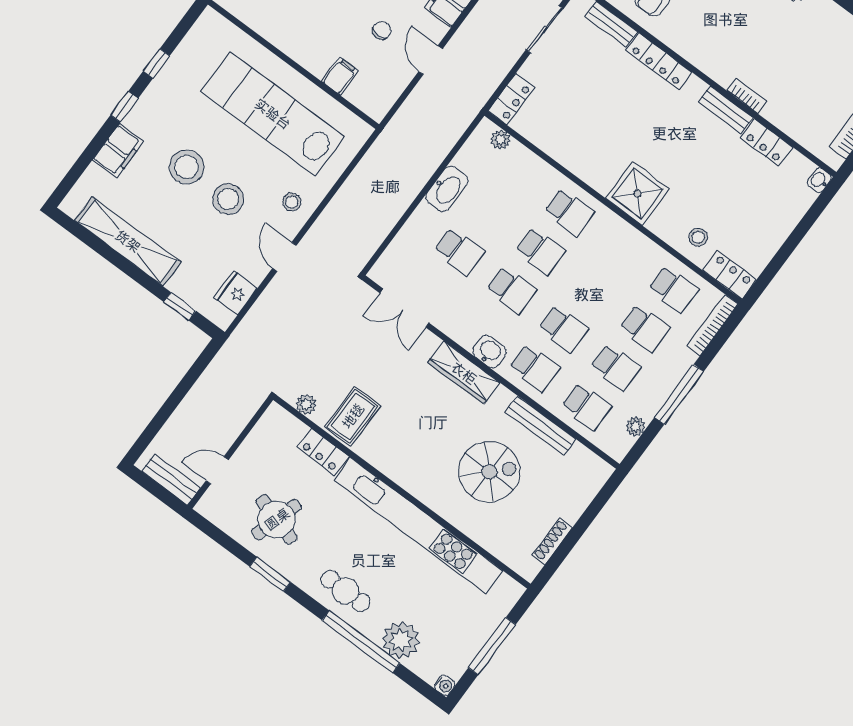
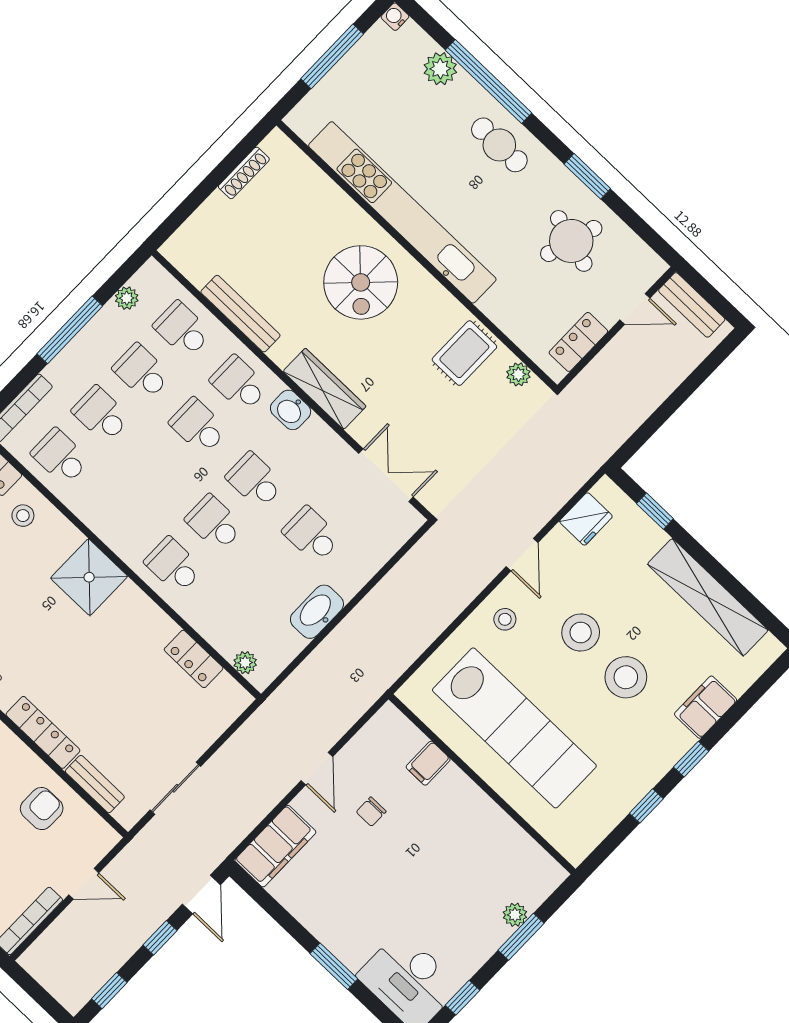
locker: (511, 99) -> (194, 659), moved, turned -90
locker: (323, 452) -> (578, 342), moved, turned -90
spiral stairs: (489, 472) -> (361, 282), moved, turned -90
plant: (401, 640) -> (440, 69), width x0.73, depth x0.73

